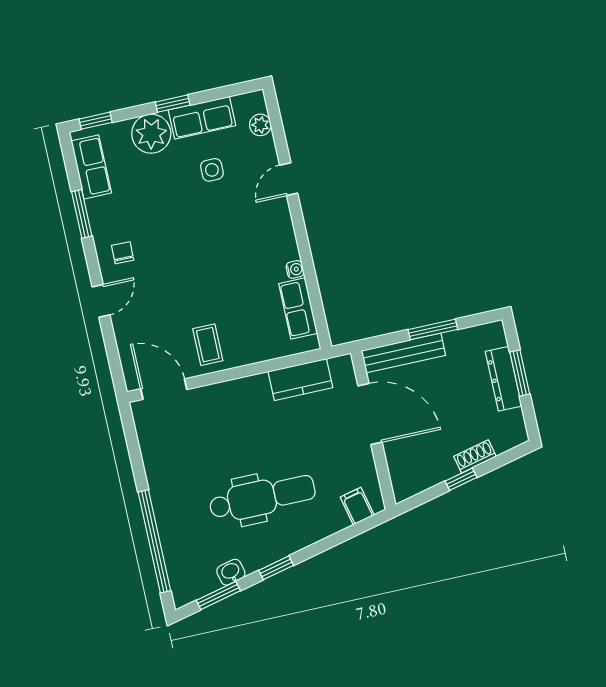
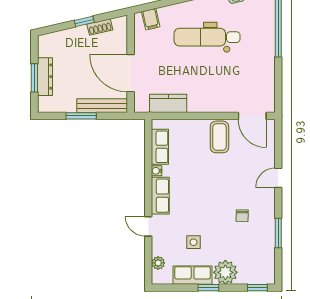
row of seats: (91, 167) -> (160, 196), moved, turned 180
door: (289, 179) -> (148, 226), swing flipped
chair: (123, 253) -> (242, 216), moved
coffee table: (208, 345) -> (219, 137), width x1.36, depth x1.30
shoe rack: (475, 456) -> (100, 27), moved

